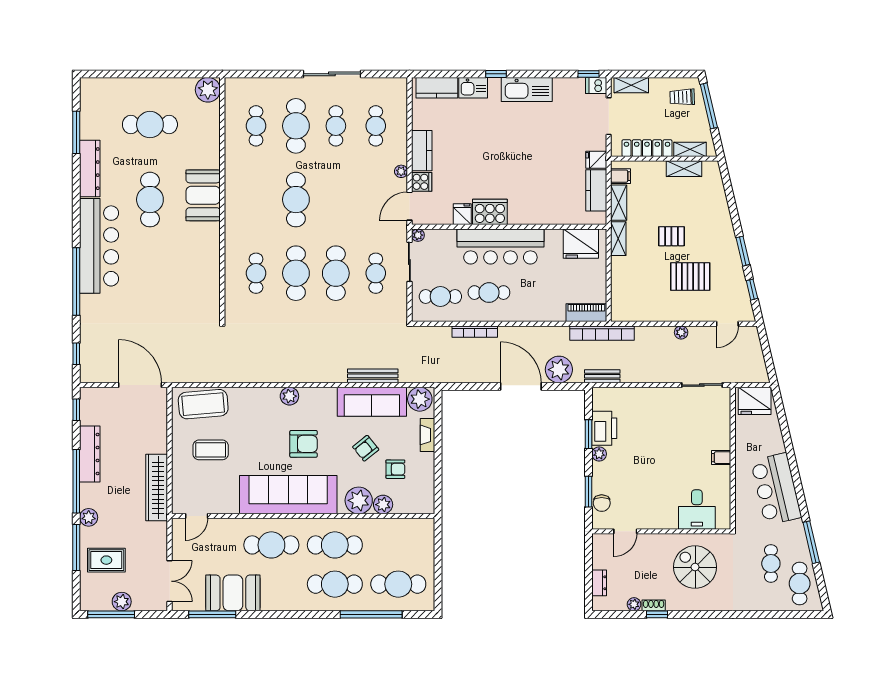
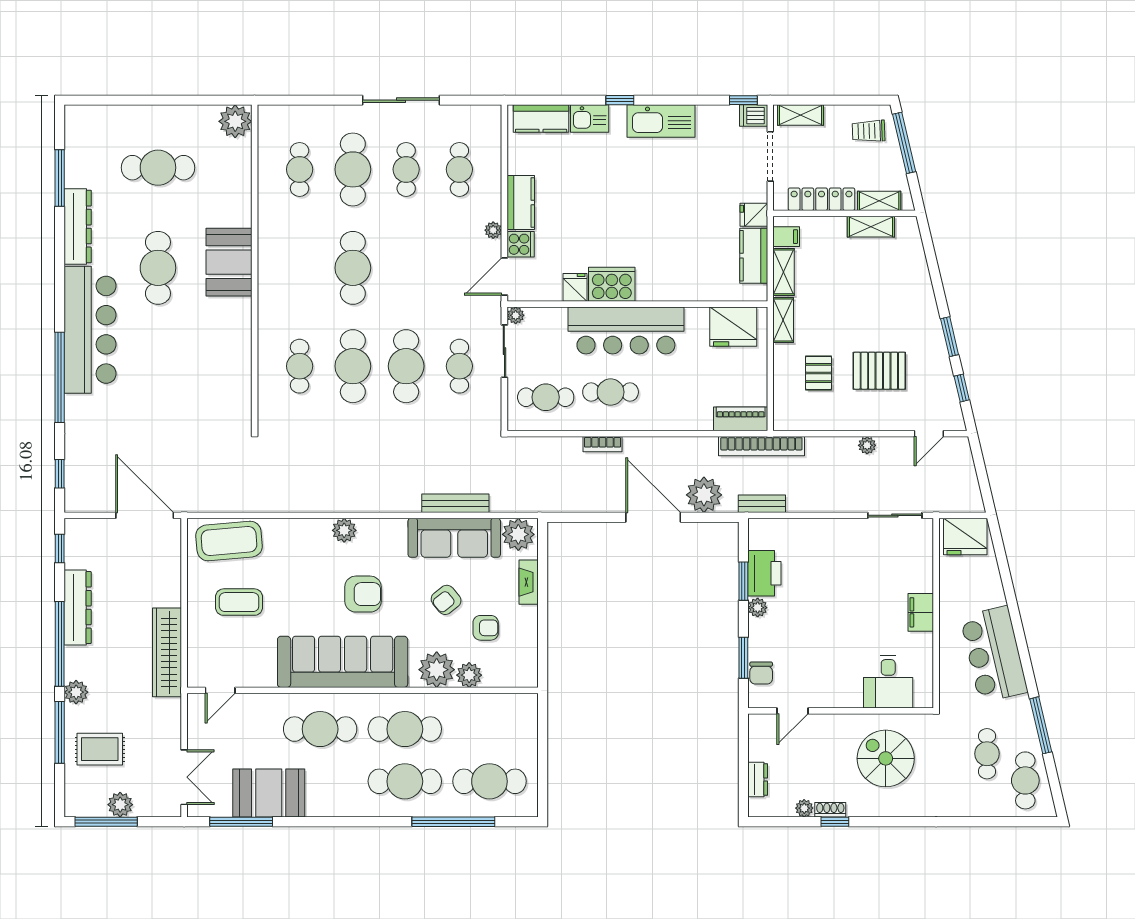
pallet: (671, 236) -> (819, 373), moved, turned 90
bookcase: (475, 332) -> (602, 444), width x0.64
filing cabinet: (721, 458) -> (921, 612), width x2.00

